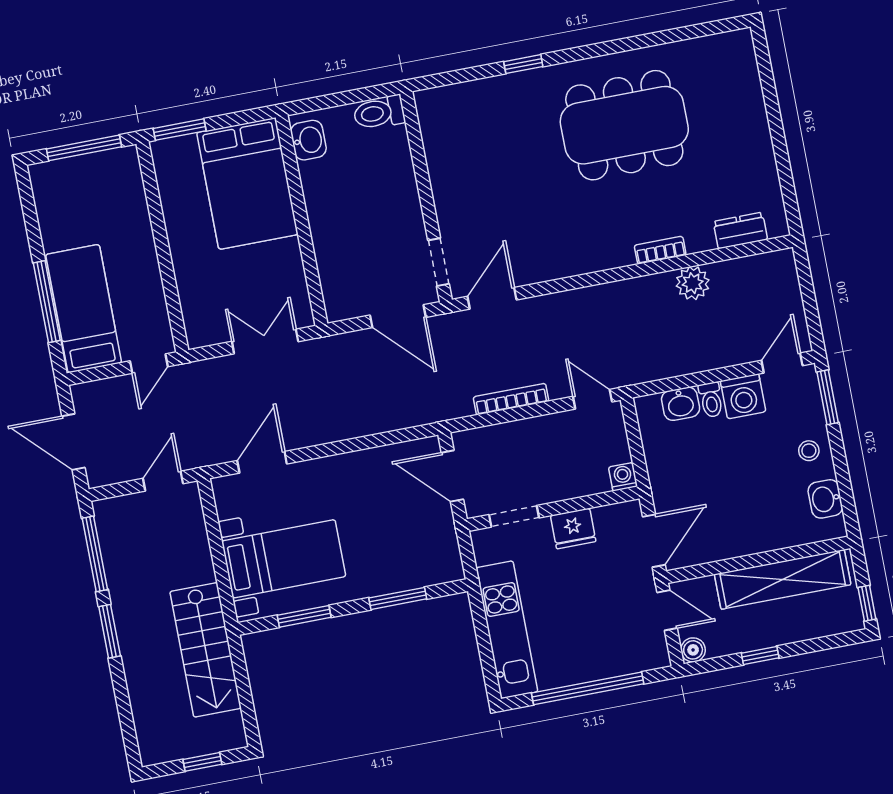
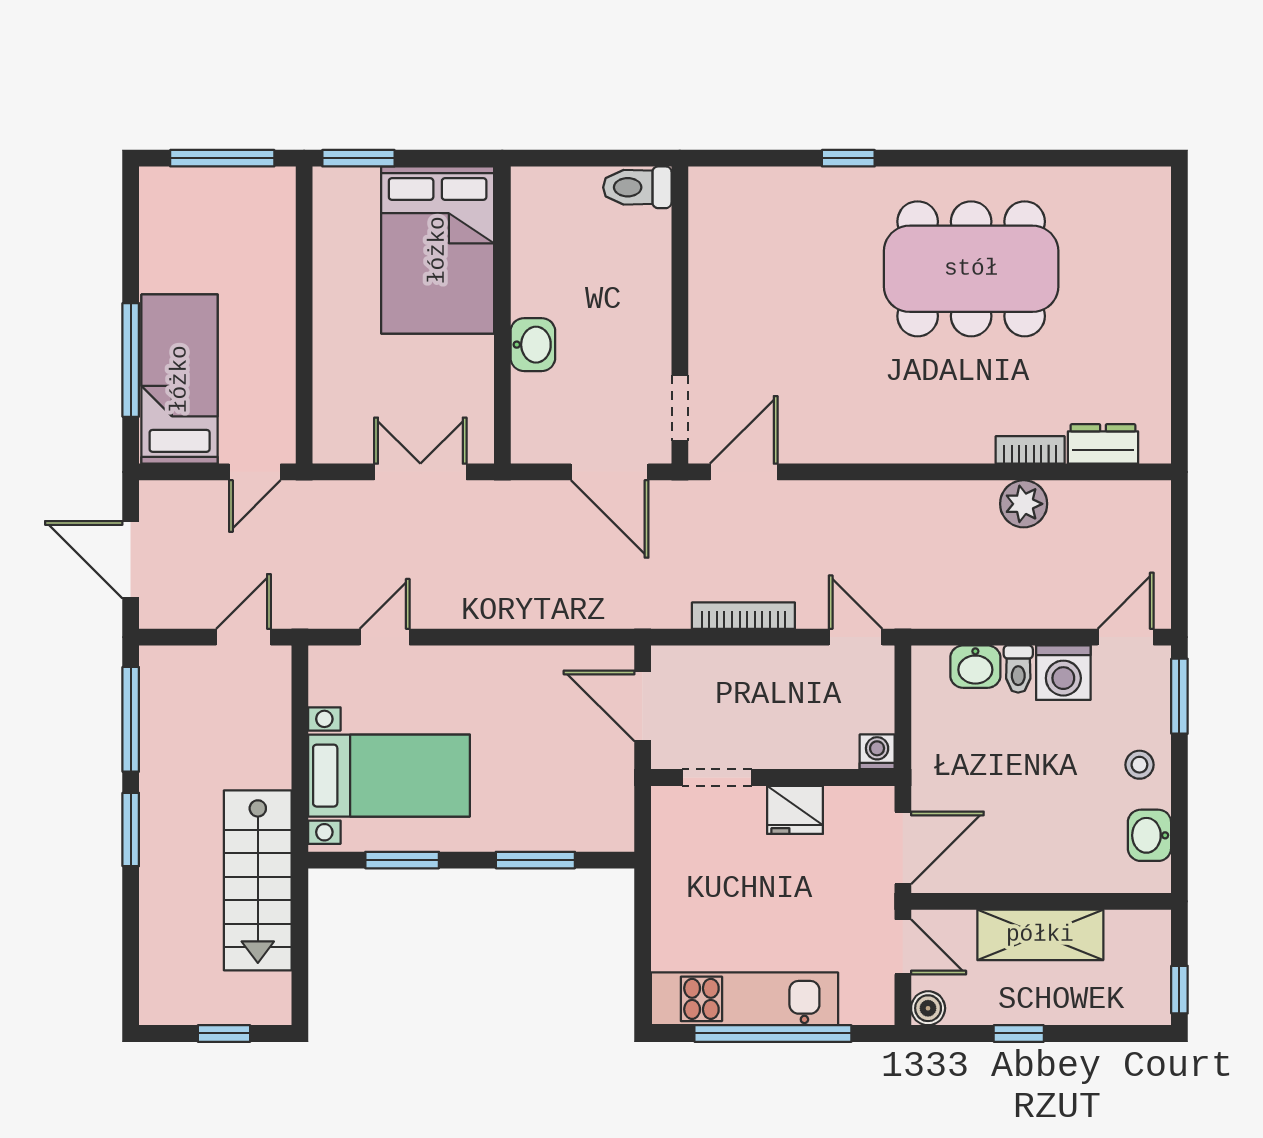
washbasin: (308, 140) -> (533, 345), moved
bookcase: (660, 250) -> (1030, 450), moved
door: (262, 462) -> (385, 637), width x0.73
shelving: (783, 579) -> (1040, 935), width x0.68
kitchen unit: (507, 630) -> (745, 999), moved, turned -90

